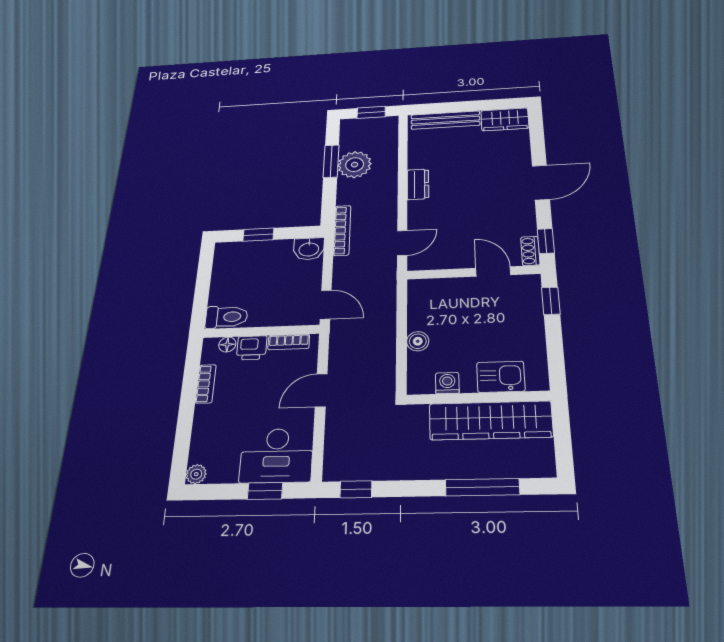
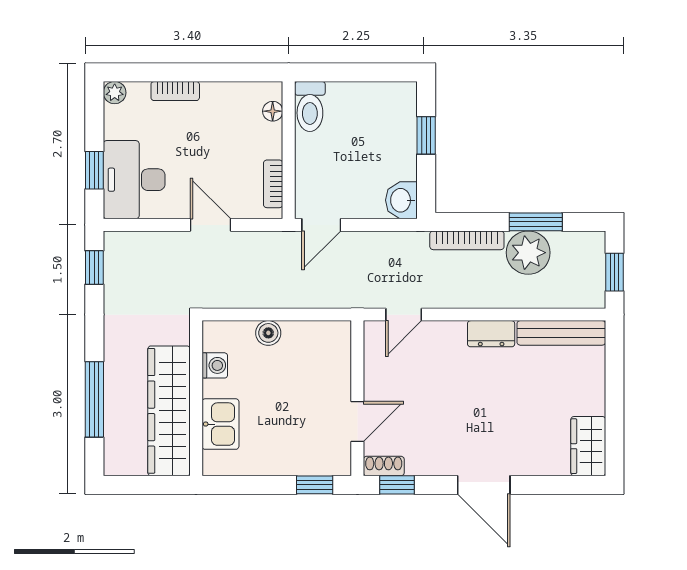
bench: (445, 120) -> (561, 333), moved, turned 90
bookcase: (342, 230) -> (467, 240), moved
door: (402, 243) -> (404, 315), hinge flipped
printer: (252, 348) -> (267, 141), removed
bookcase: (206, 384) -> (175, 91), moved

